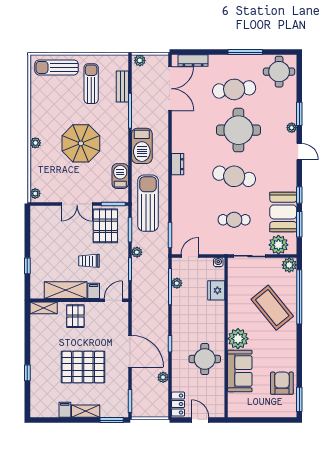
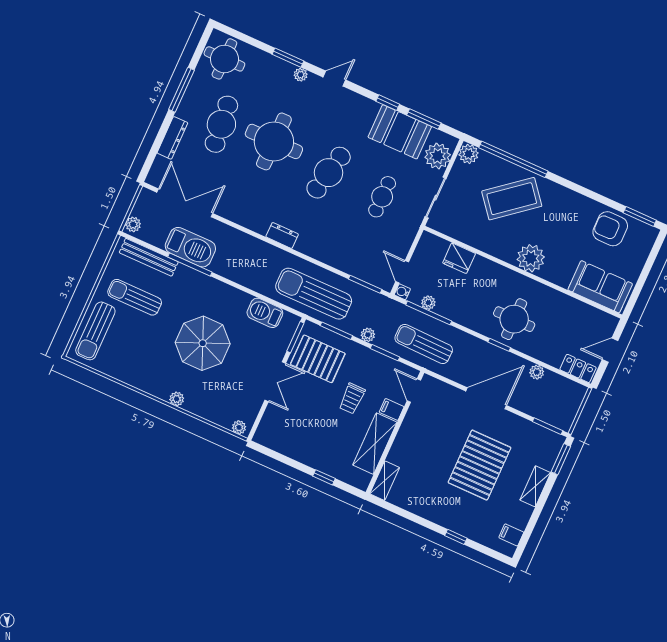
dresser: (193, 61) -> (172, 138), moved
bench: (122, 87) -> (149, 257), width x1.36
barbecue: (142, 146) -> (190, 247), moved
water cooler: (218, 262) -> (402, 292), moved
sun lounger: (148, 293) -> (424, 344), added
pallet: (75, 316) -> (412, 446), removed
round table: (205, 359) -> (514, 319), moved
sofa: (240, 371) -> (600, 287), moved
filing cabinet: (65, 410) -> (511, 535), moved

